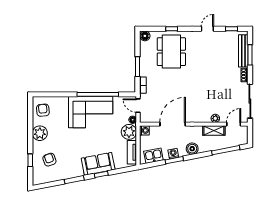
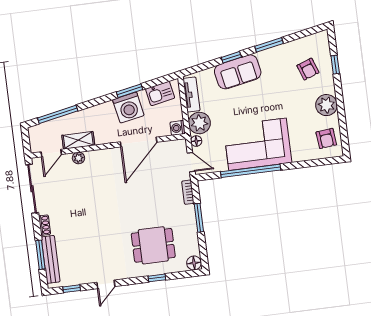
dining table: (171, 52) -> (153, 245), width x0.73
boiler: (192, 149) -> (106, 110), removed
washing machine: (173, 154) -> (128, 108), width x1.89, depth x1.89

